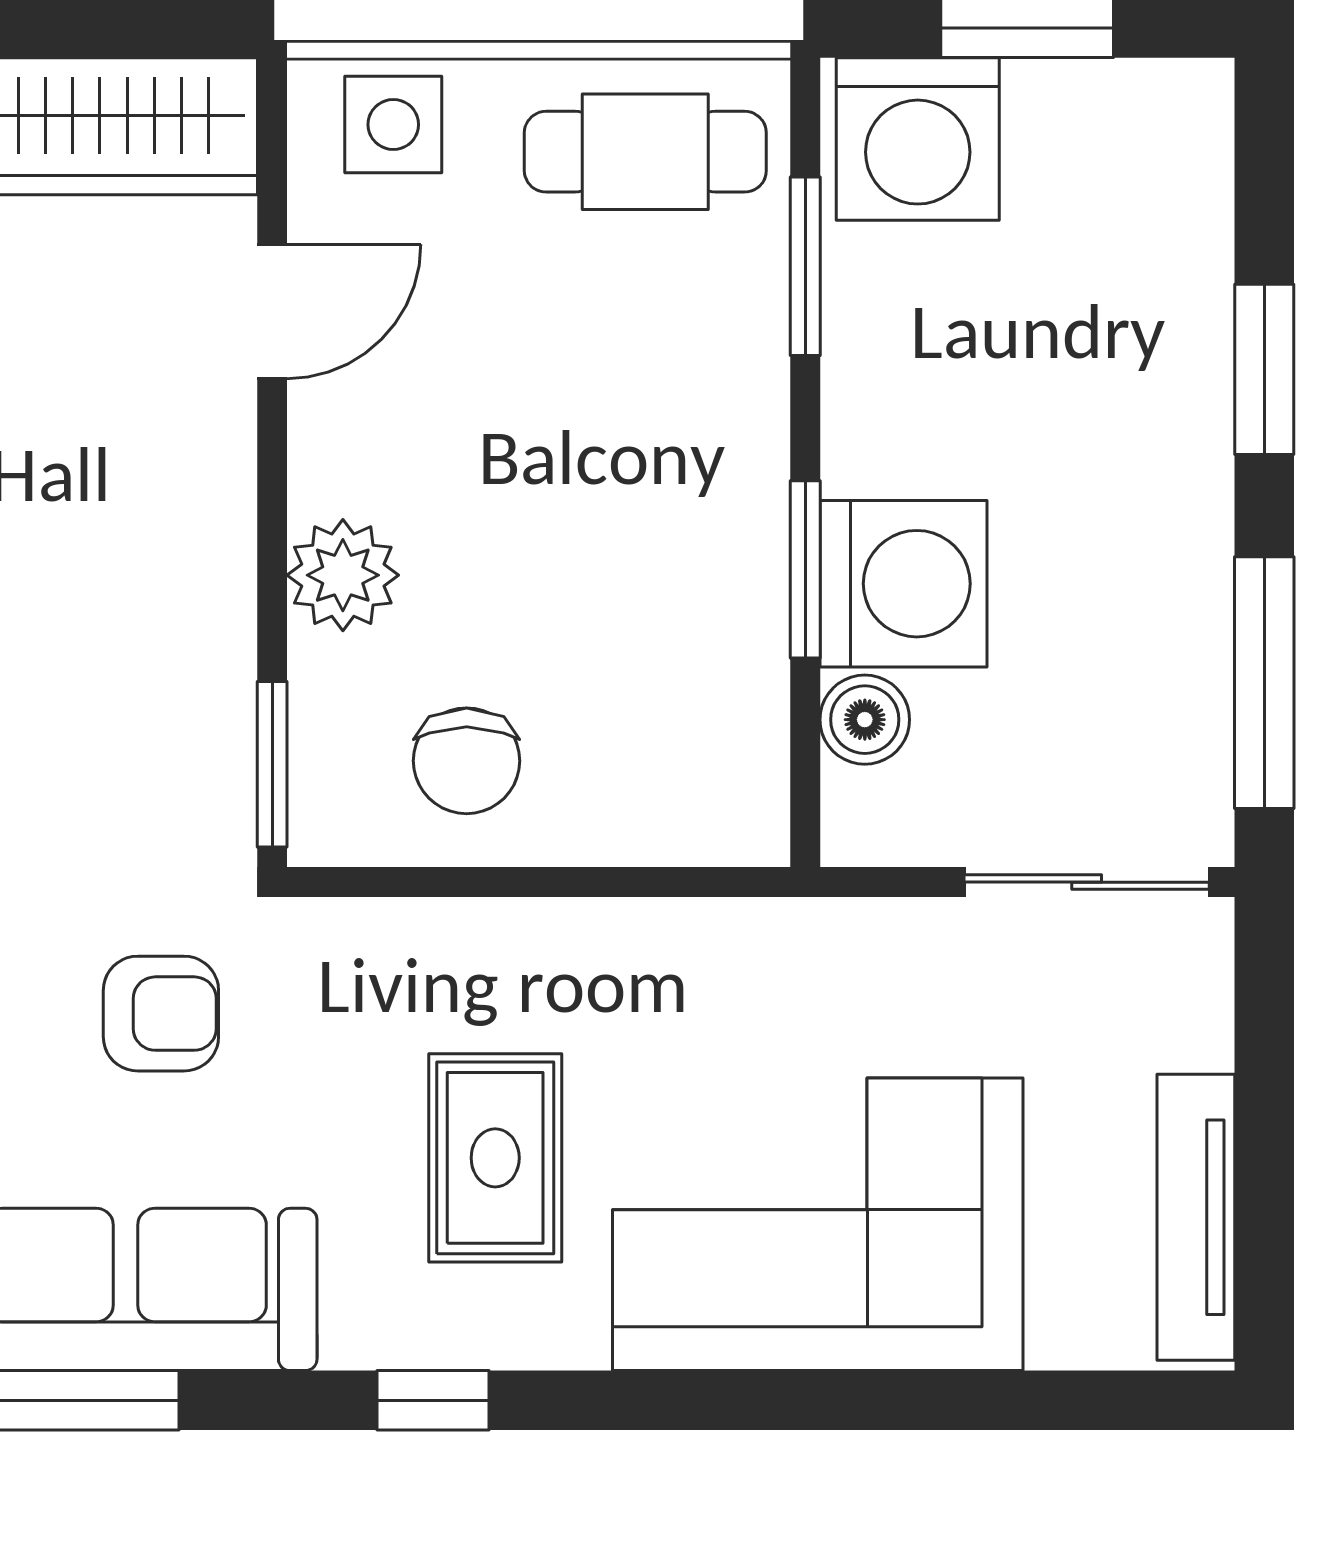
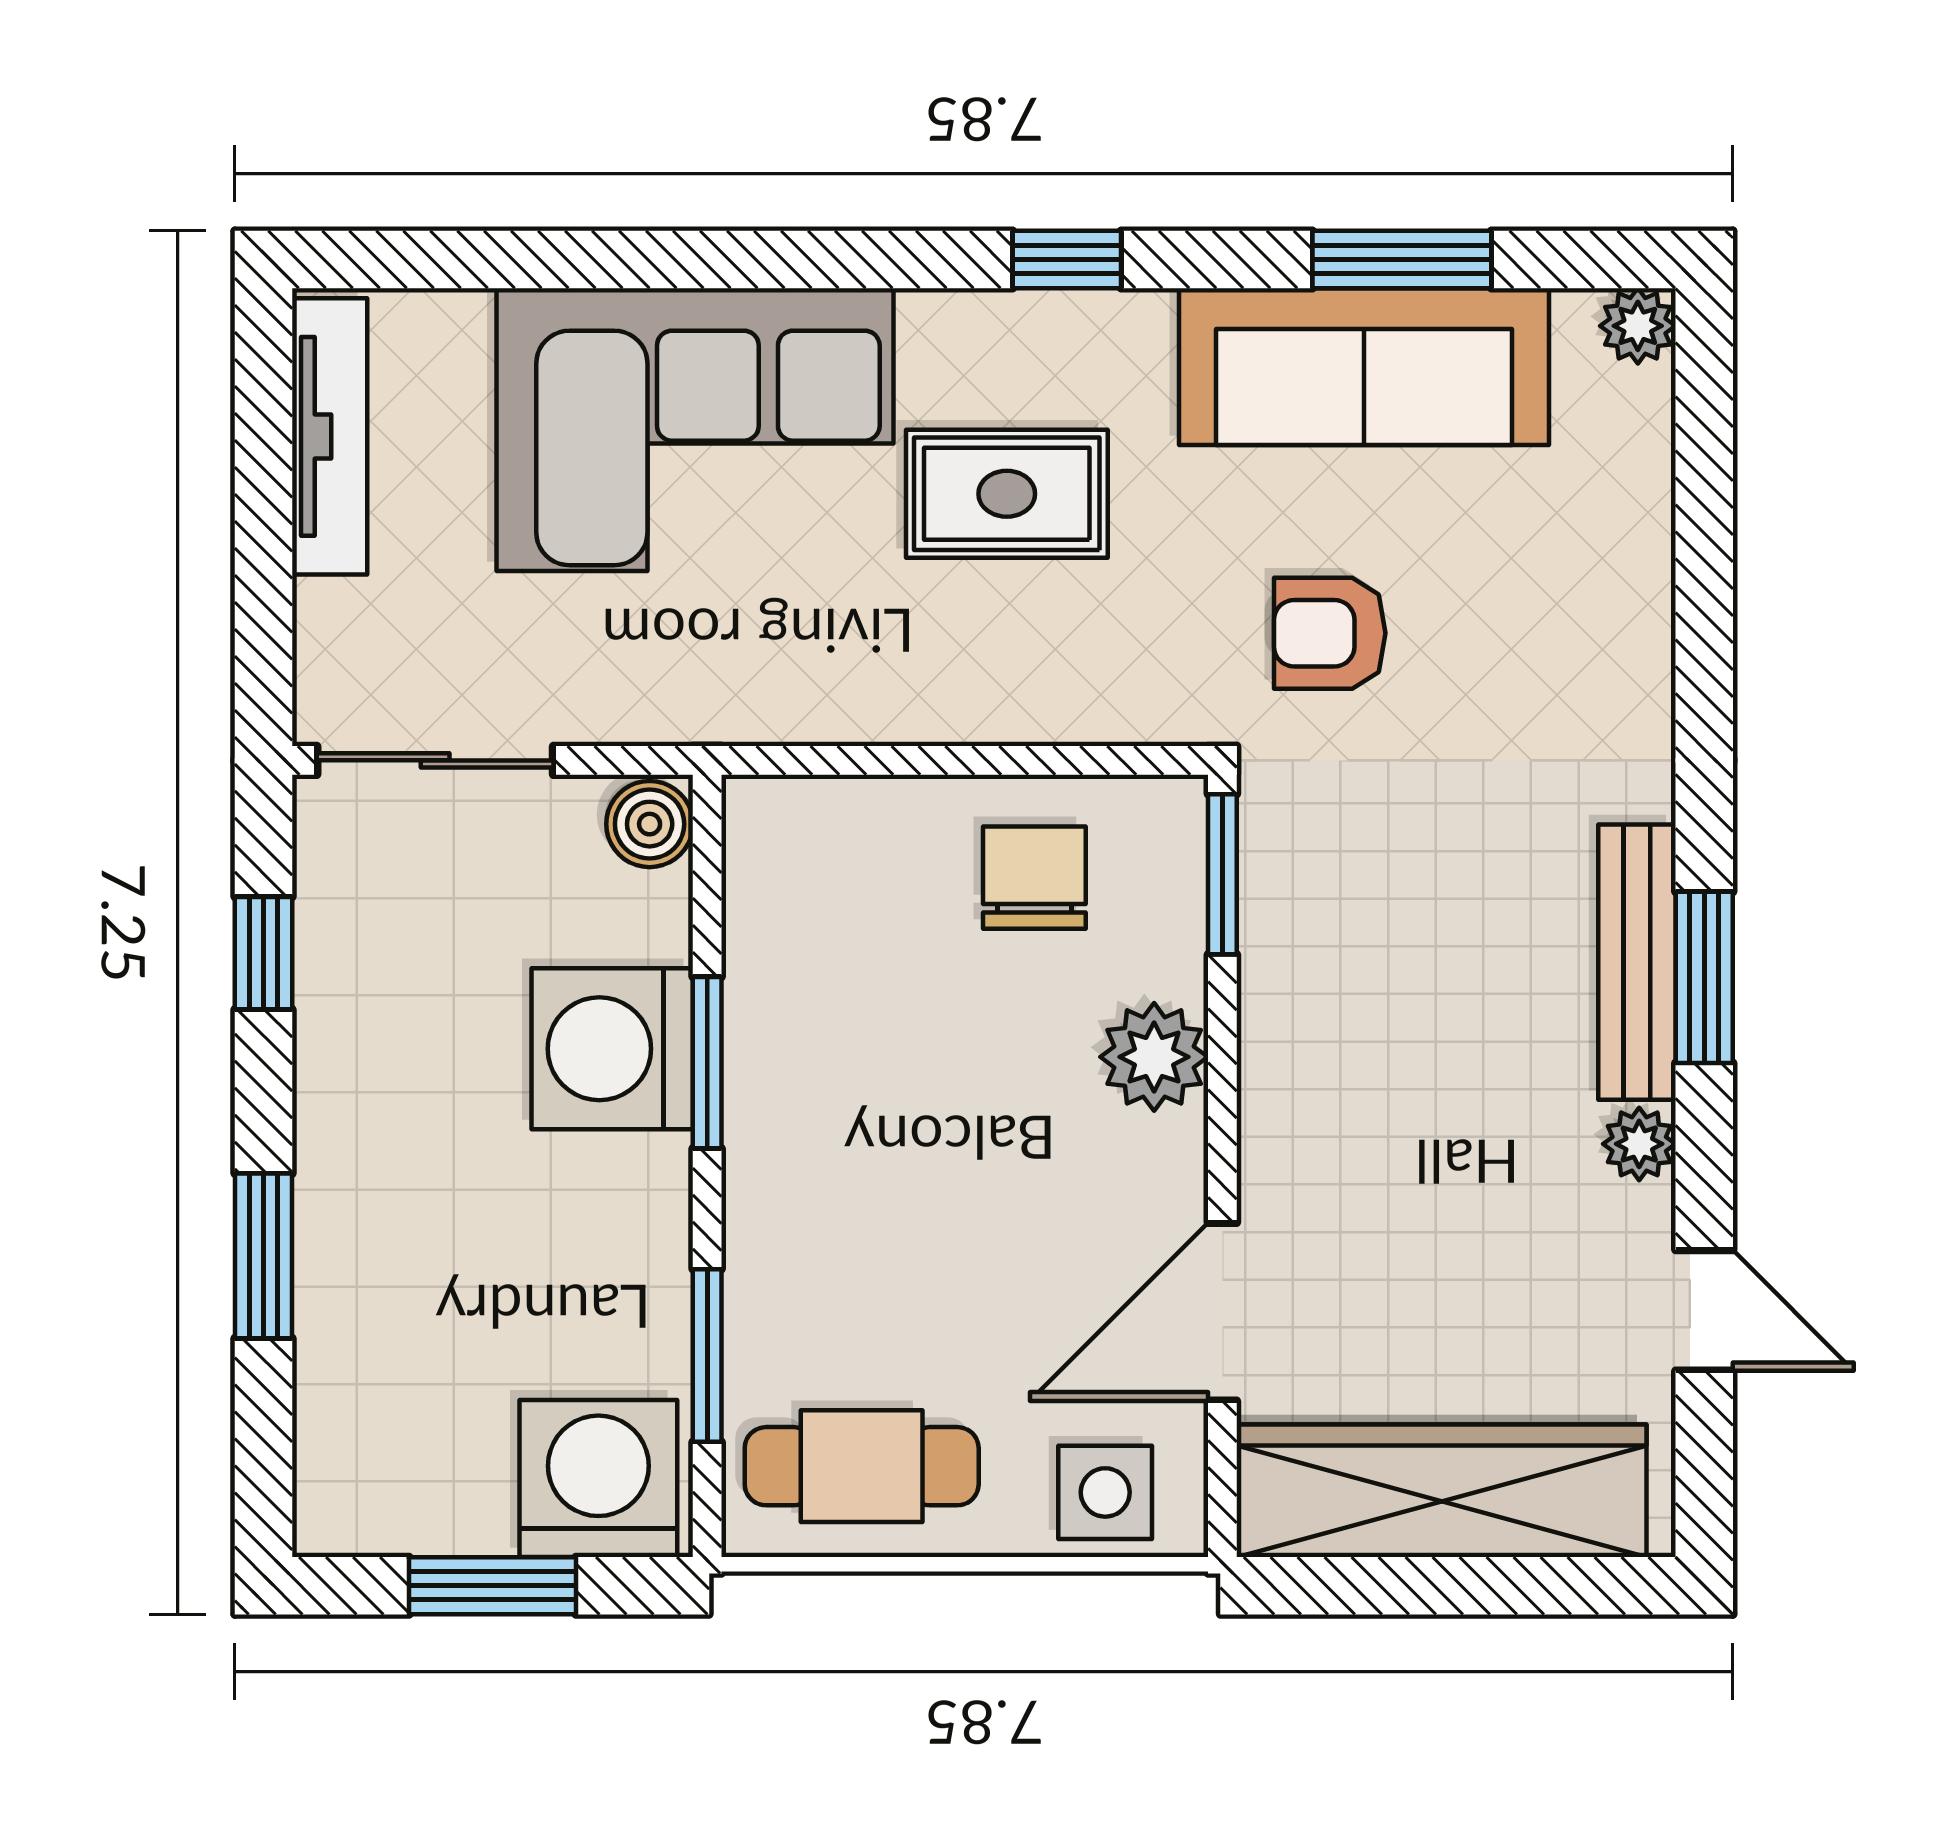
door: (272, 311) -> (1222, 1312), width x1.38
window: (1264, 683) -> (263, 953), width x0.46
boiler: (865, 720) -> (650, 824), moved
rug: (495, 1158) -> (1007, 494), turned 90

